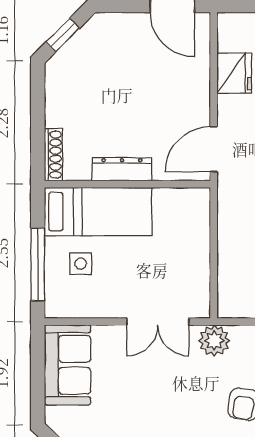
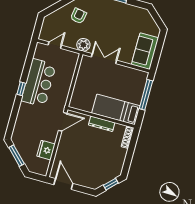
side table: (81, 264) -> (129, 90), removed

